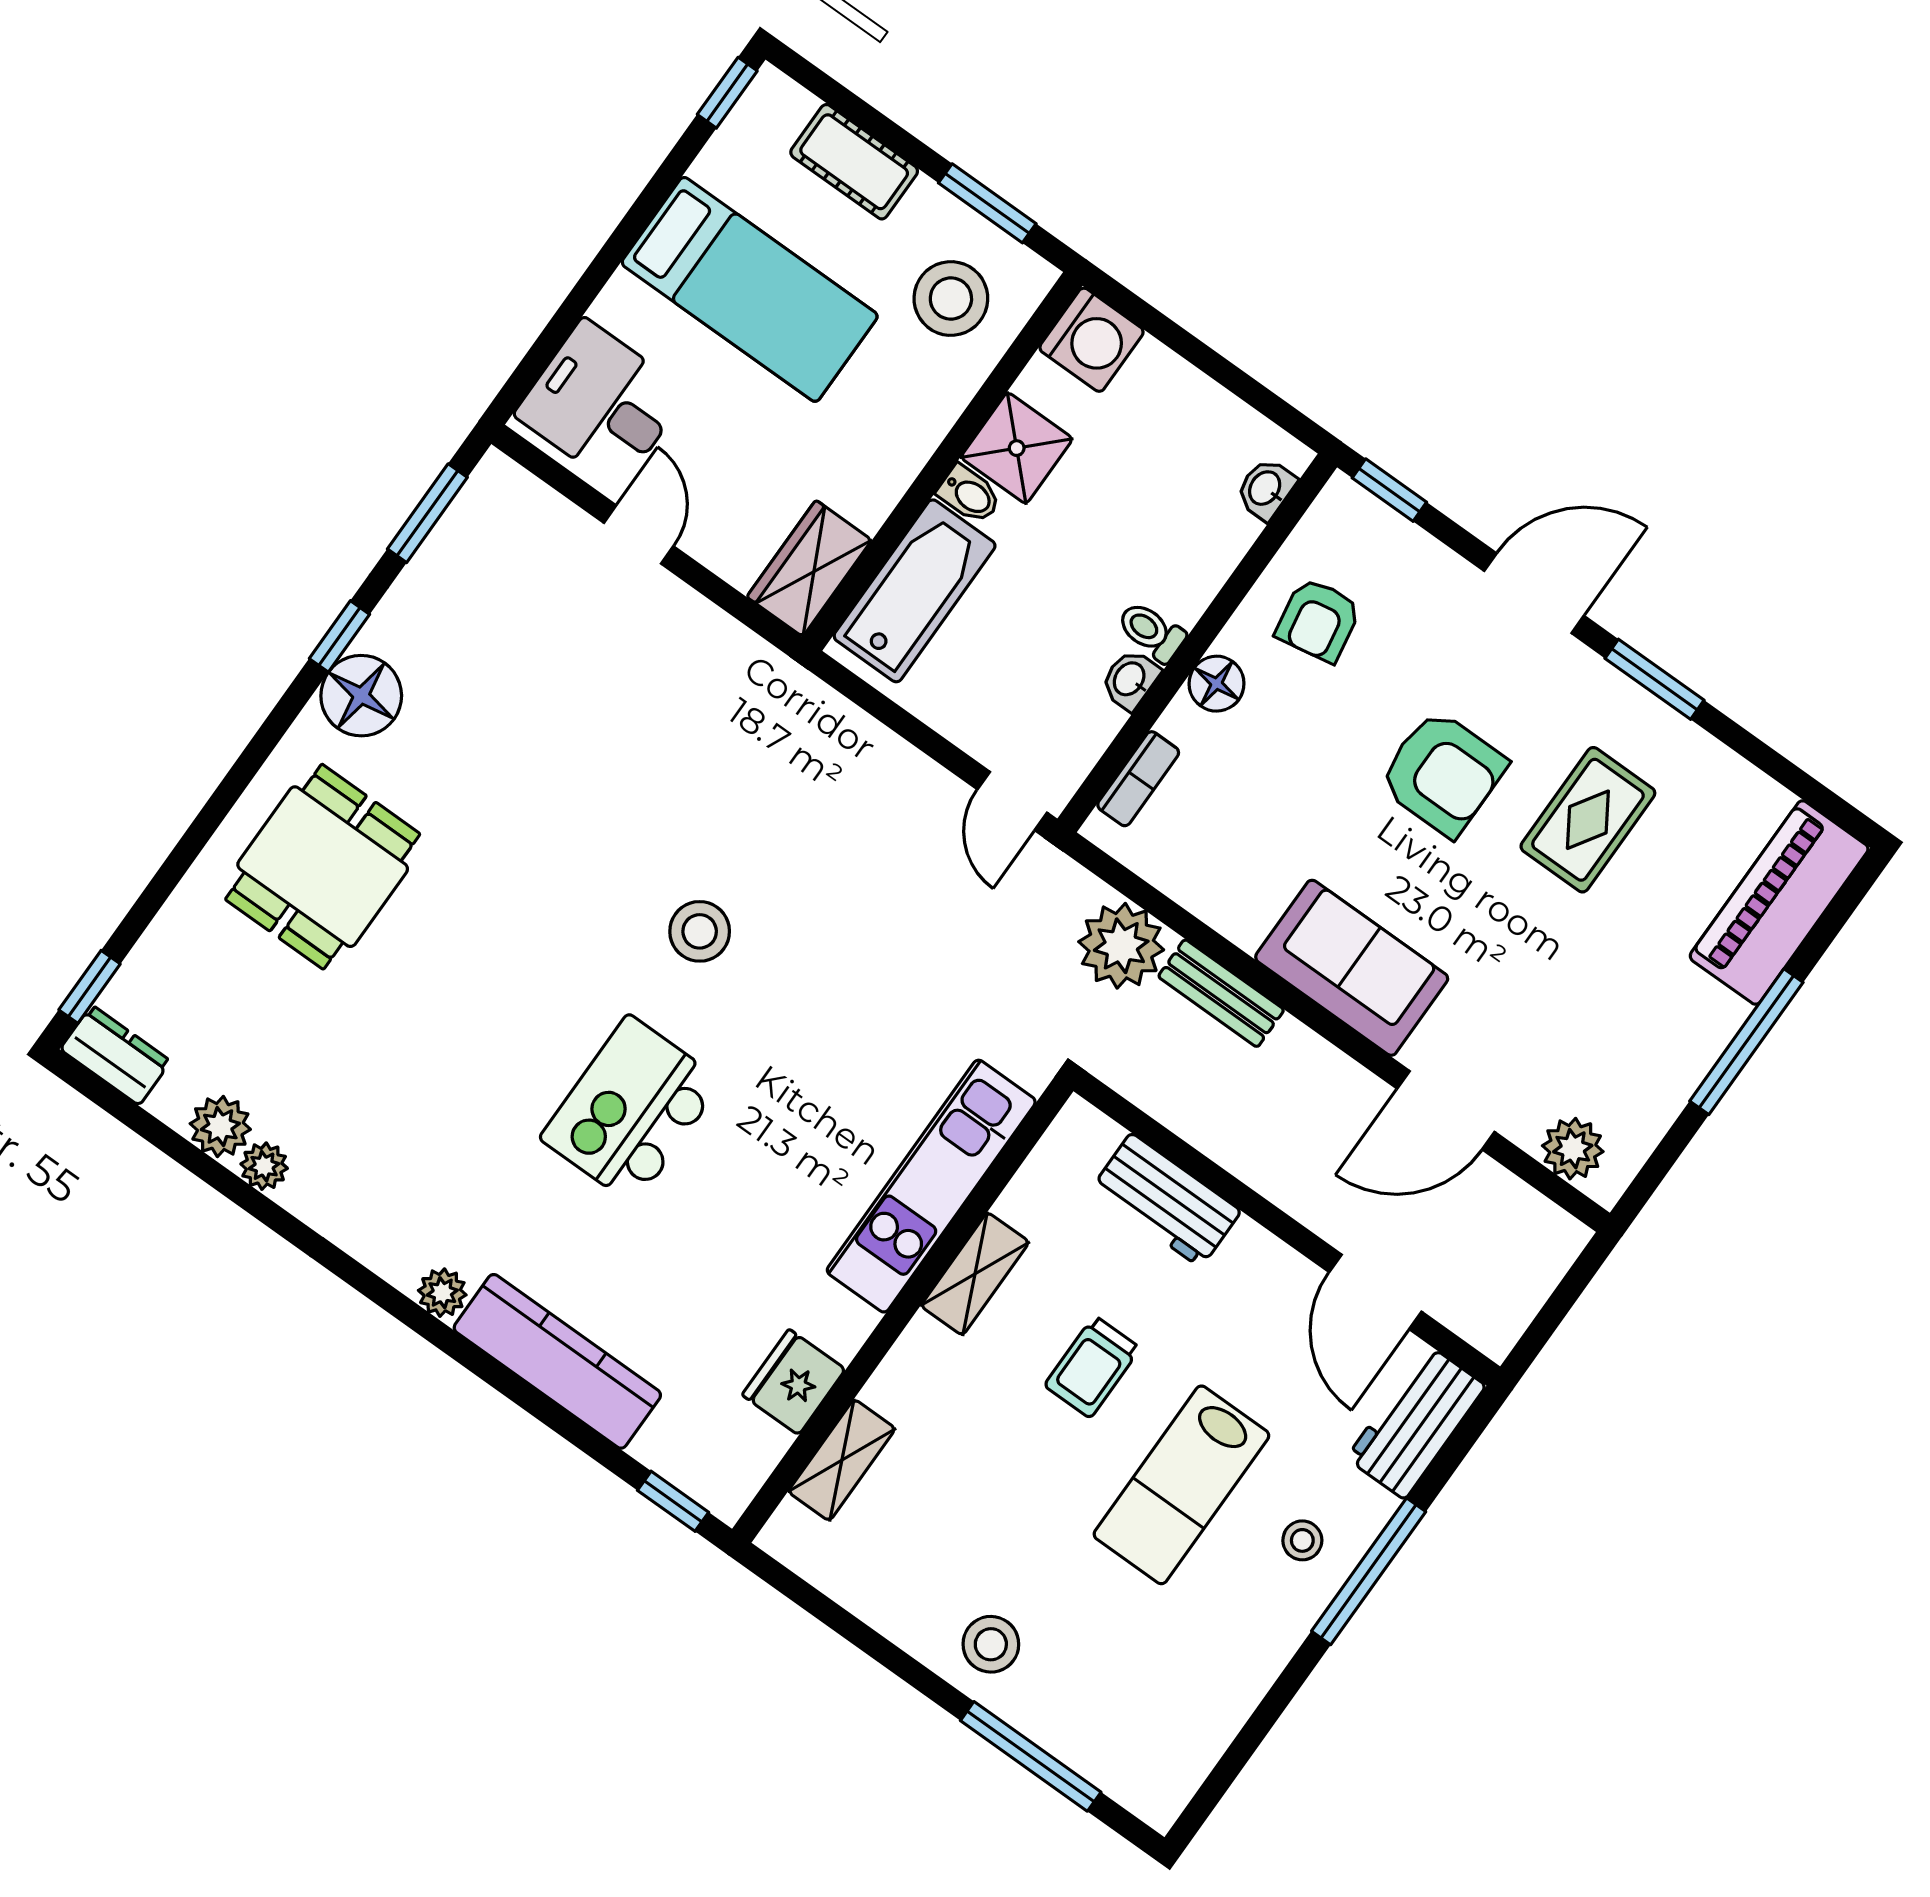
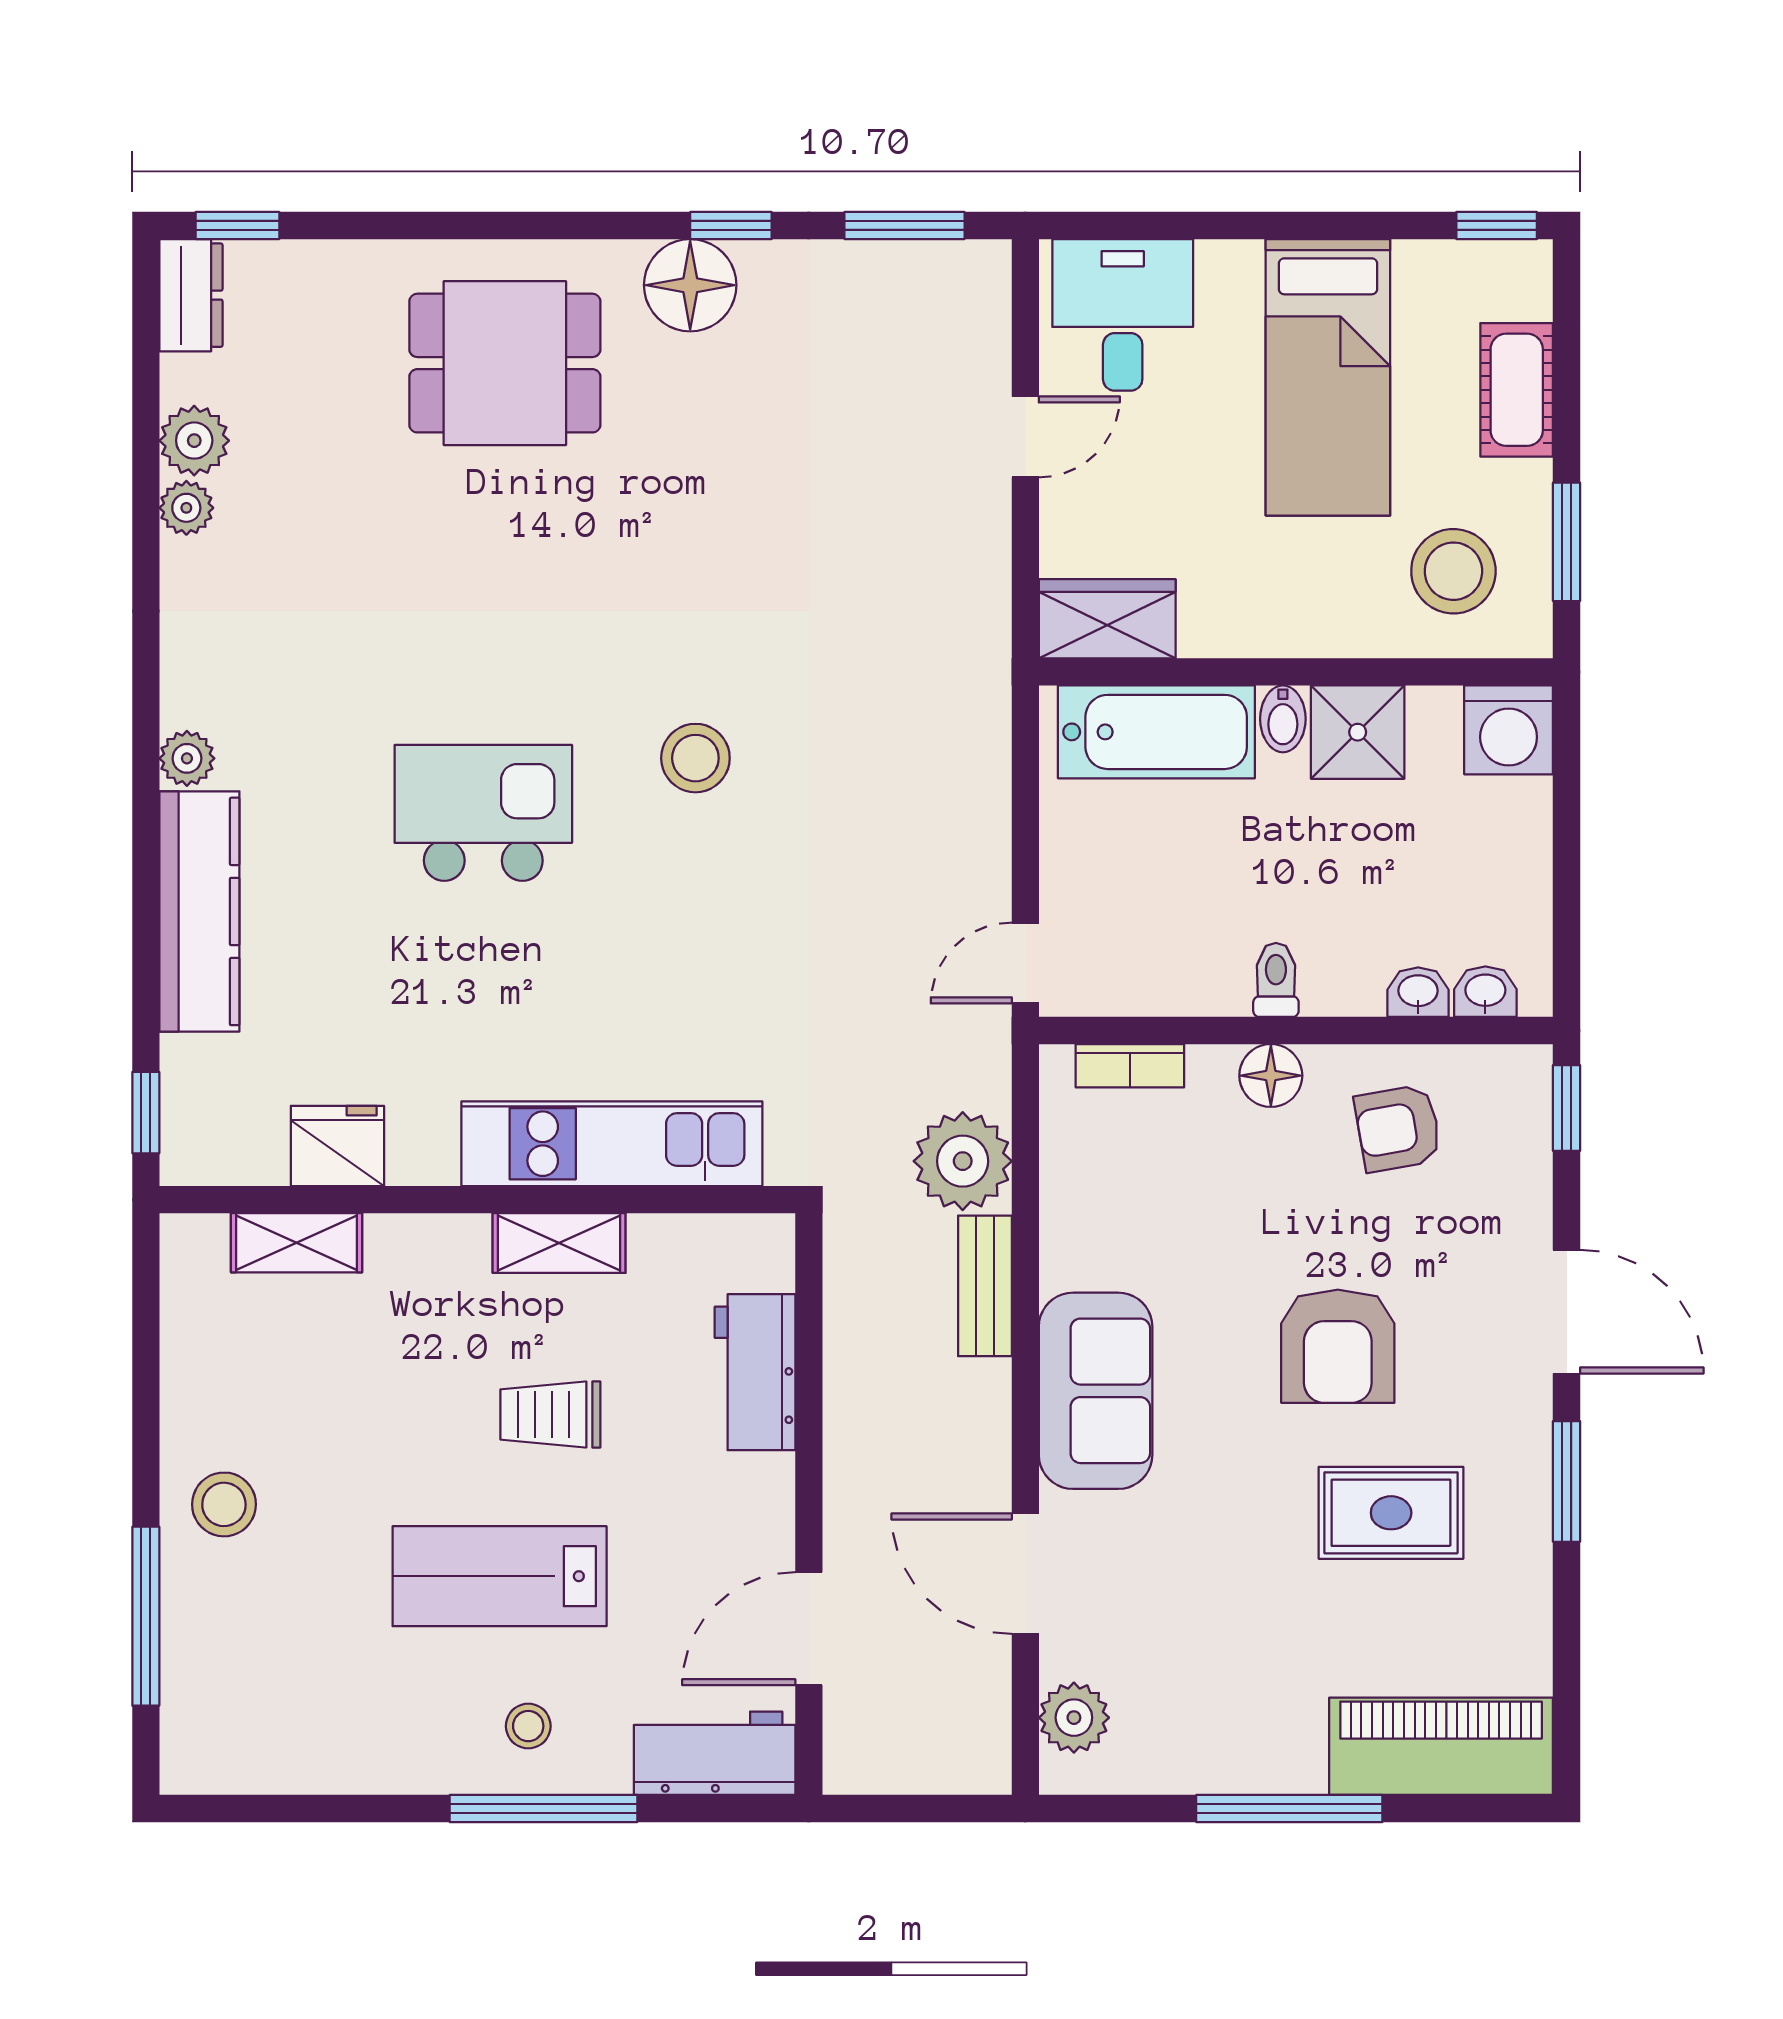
washbasin: (1130, 680) -> (1418, 992), moved

